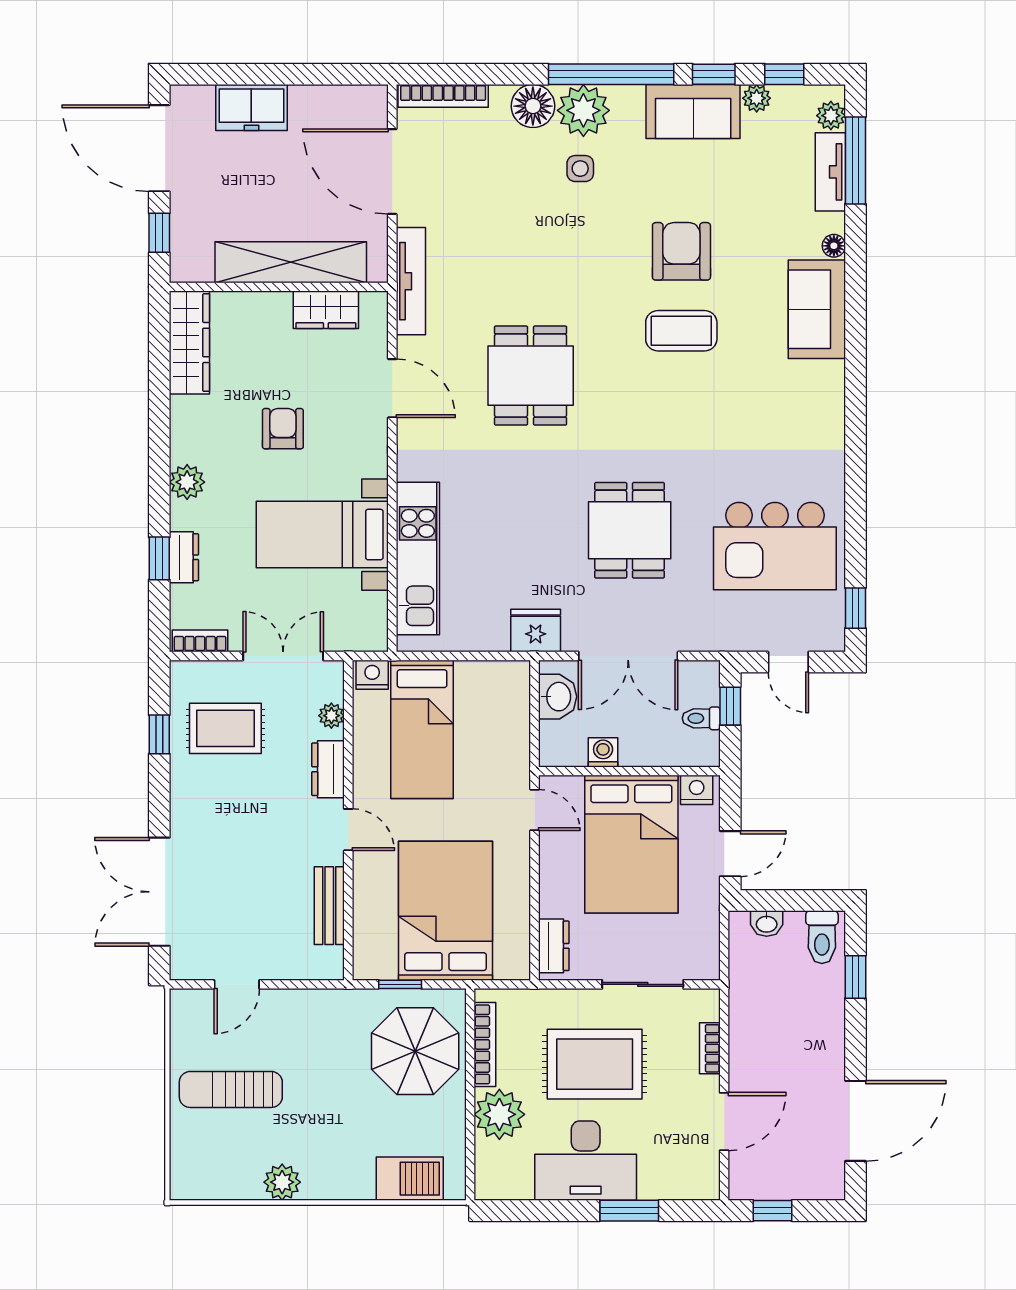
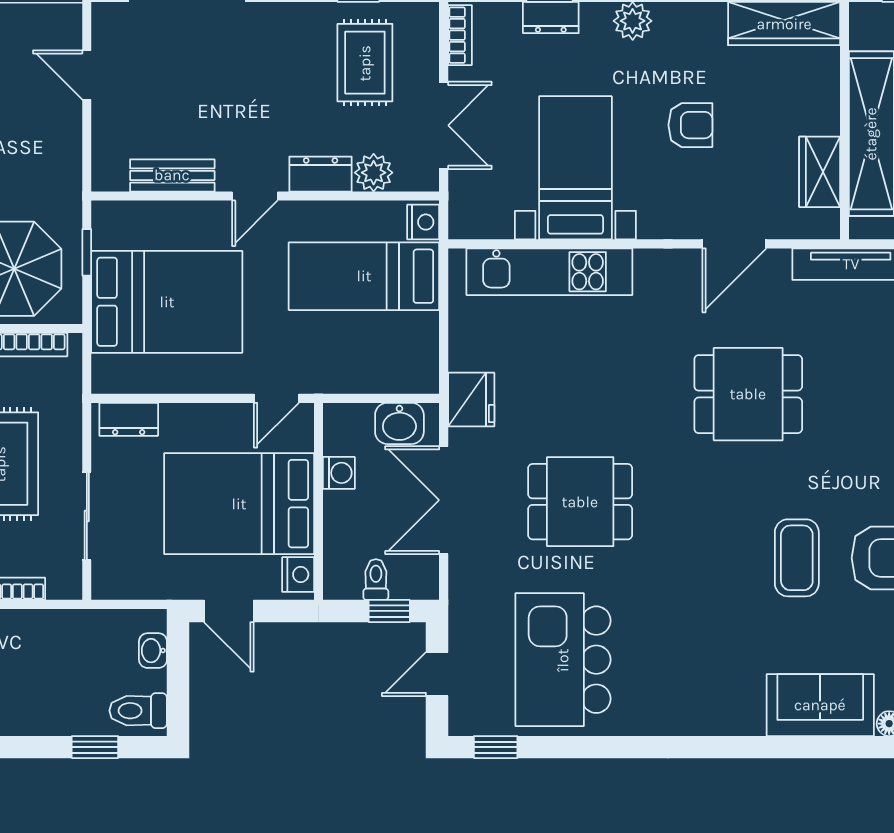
plant: (331, 716) -> (374, 173), width x1.38, depth x1.38

